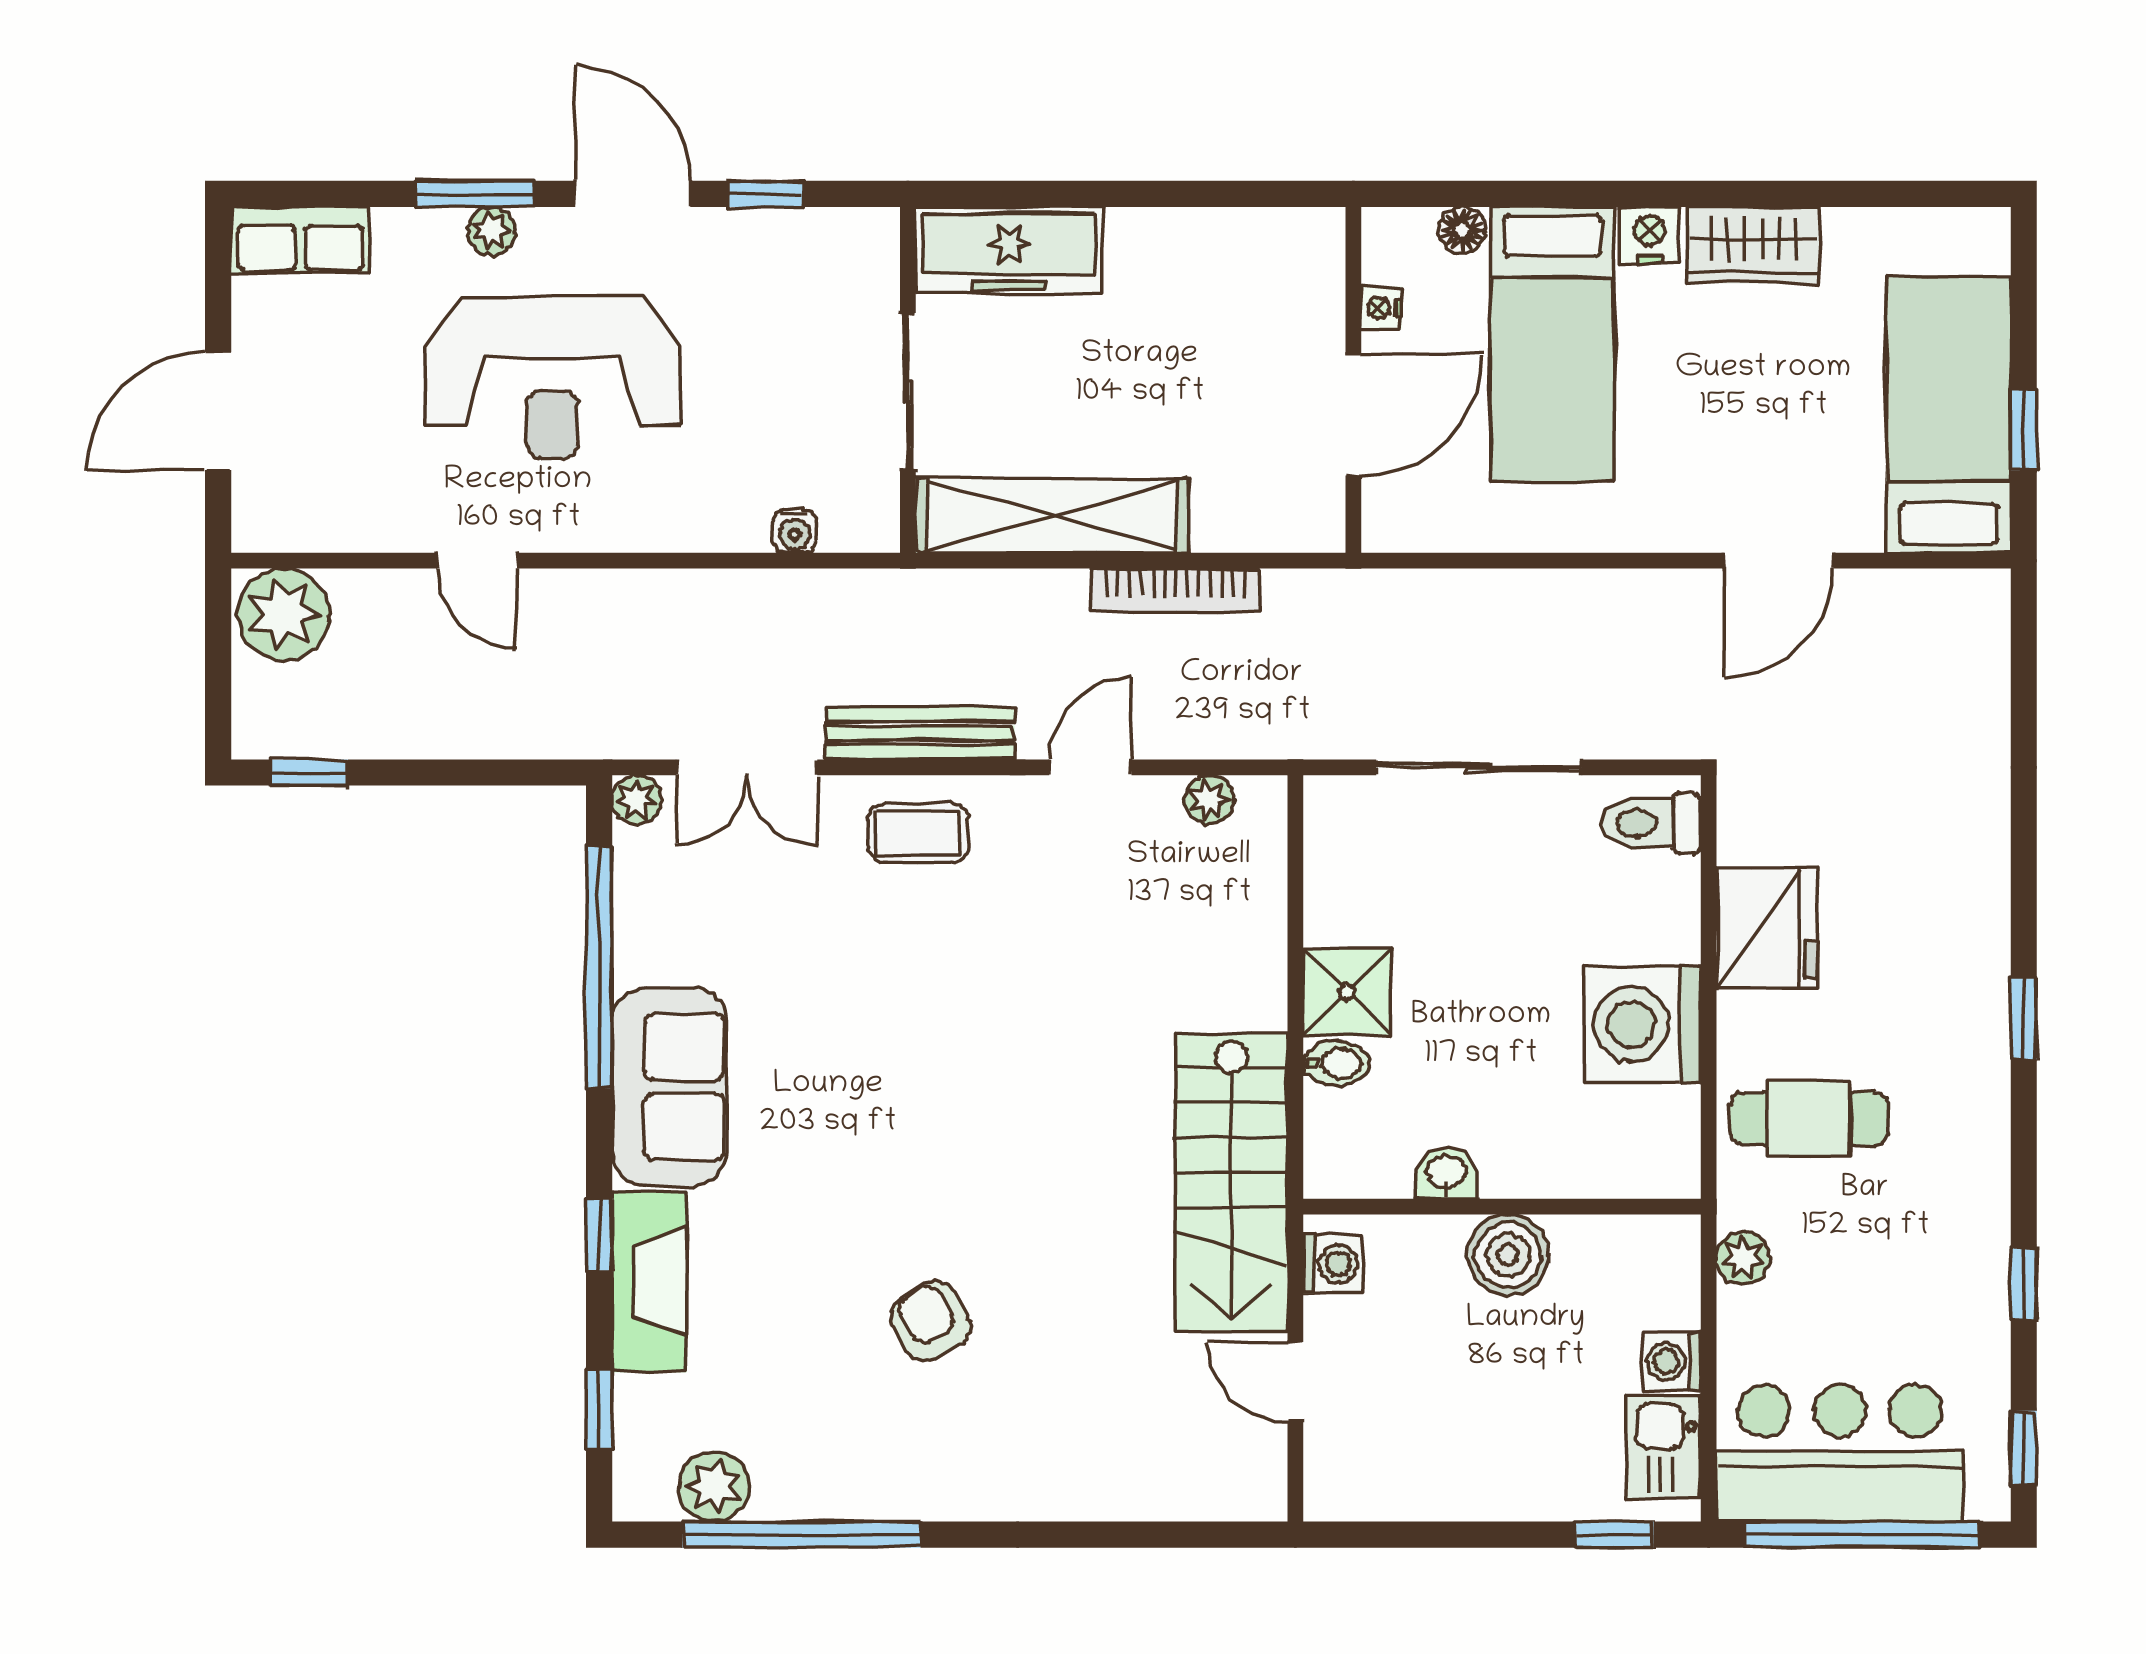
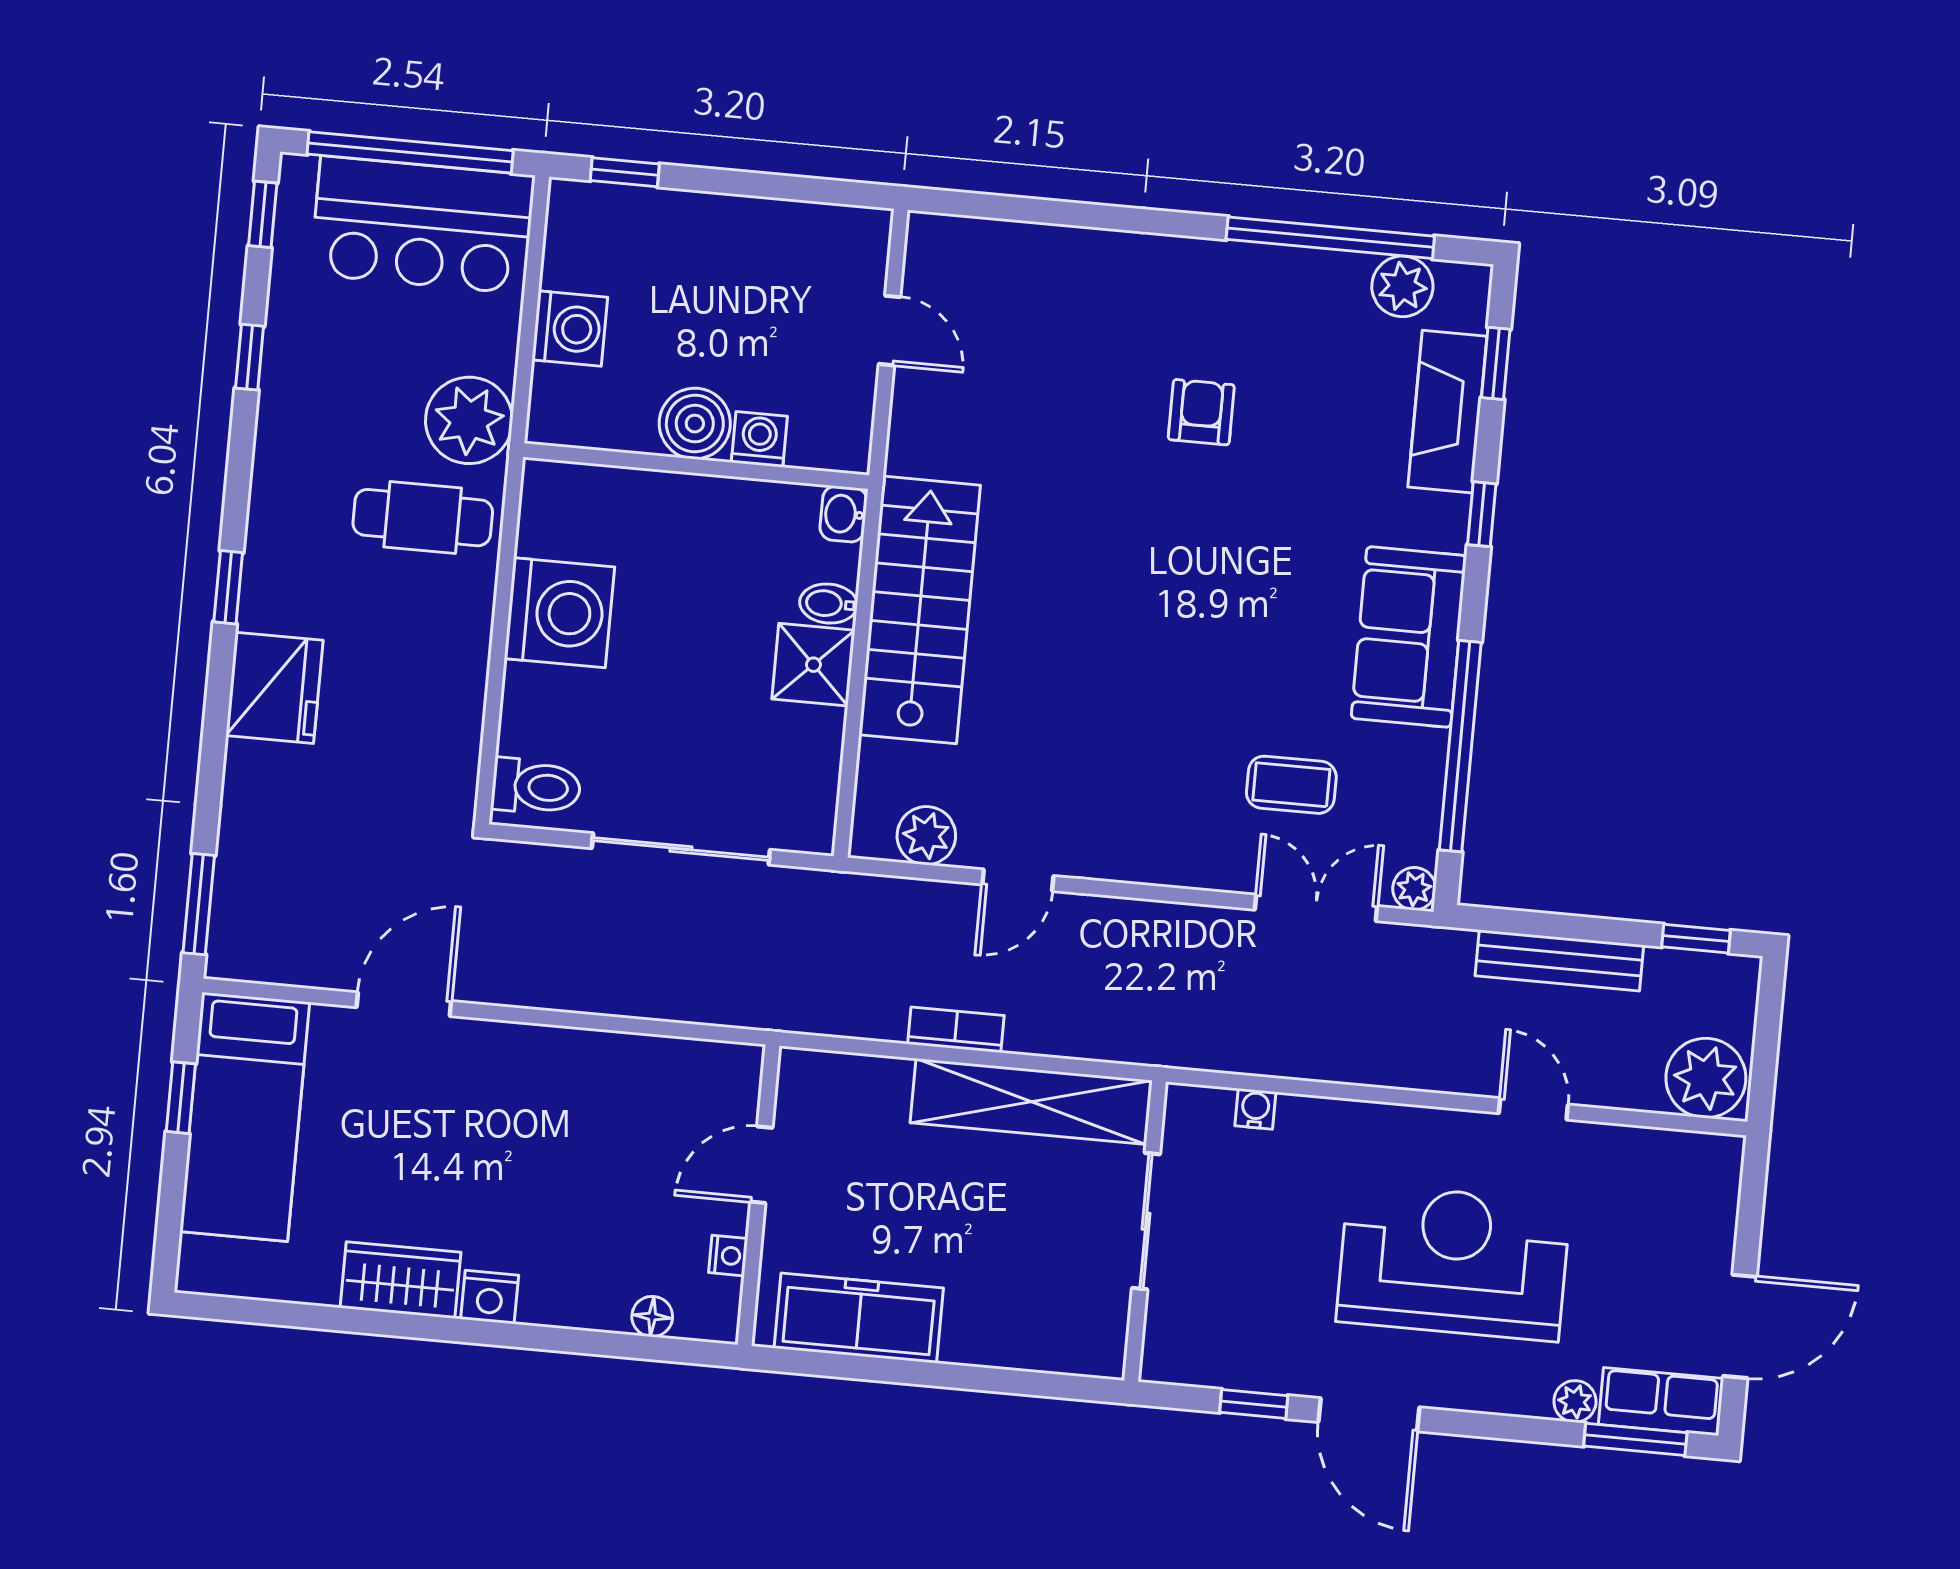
window: (475, 194) -> (1635, 1439), moved
plant: (491, 231) -> (1575, 1401), moved
freezer: (1009, 250) -> (859, 1318), moved
bed: (1552, 344) -> (583, 1210), removed
door: (218, 411) -> (1740, 1326), moved
door: (1353, 415) -> (761, 1165), width x0.73
bookcase: (1176, 590) -> (956, 1030), width x0.64
window: (2024, 653) -> (199, 904), added
bench: (920, 733) -> (1559, 960), moved
plant: (1209, 799) -> (926, 836), width x1.38, depth x1.38
coffee table: (918, 833) -> (1291, 785), moved
fridge: (1767, 928) -> (274, 688), moved, turned 180
washbasin: (1447, 1173) -> (844, 514), moved, turned 90
stairs: (1231, 1182) -> (920, 610), moved
plant: (1743, 1258) -> (469, 420), width x1.88, depth x1.88
washing machine: (1333, 1264) -> (759, 439), moved, turned 90
fireplace: (649, 1282) -> (1447, 412), moved
armchair: (930, 1322) -> (1201, 412), turned -151
washing machine: (1672, 1361) -> (570, 329), width x1.38, depth x1.38
kitchen sink: (1663, 1447) -> (575, 244), removed

